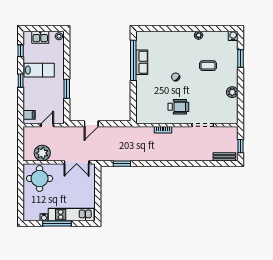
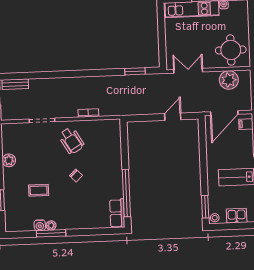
window: (199, 29) -> (51, 233), added
water cooler: (233, 36) -> (40, 225), moved
row of seats: (142, 62) -> (117, 213), moved
window: (67, 89) -> (205, 207), moved
wheelchair: (178, 107) -> (71, 141), turned -121
door: (47, 125) -> (224, 113), width x1.88

